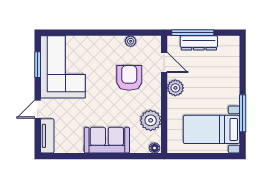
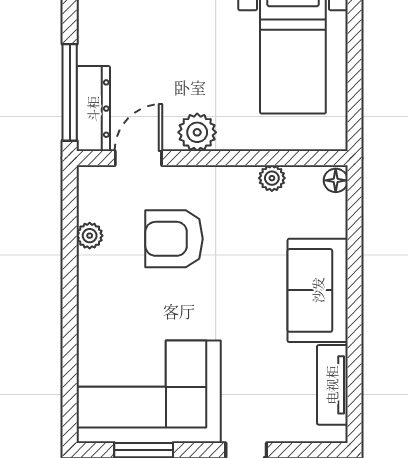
dresser: (199, 43) -> (93, 109), moved
plant: (151, 120) -> (272, 178), width x0.53, depth x0.53
tv unit: (47, 136) -> (332, 385), moved, turned -90

